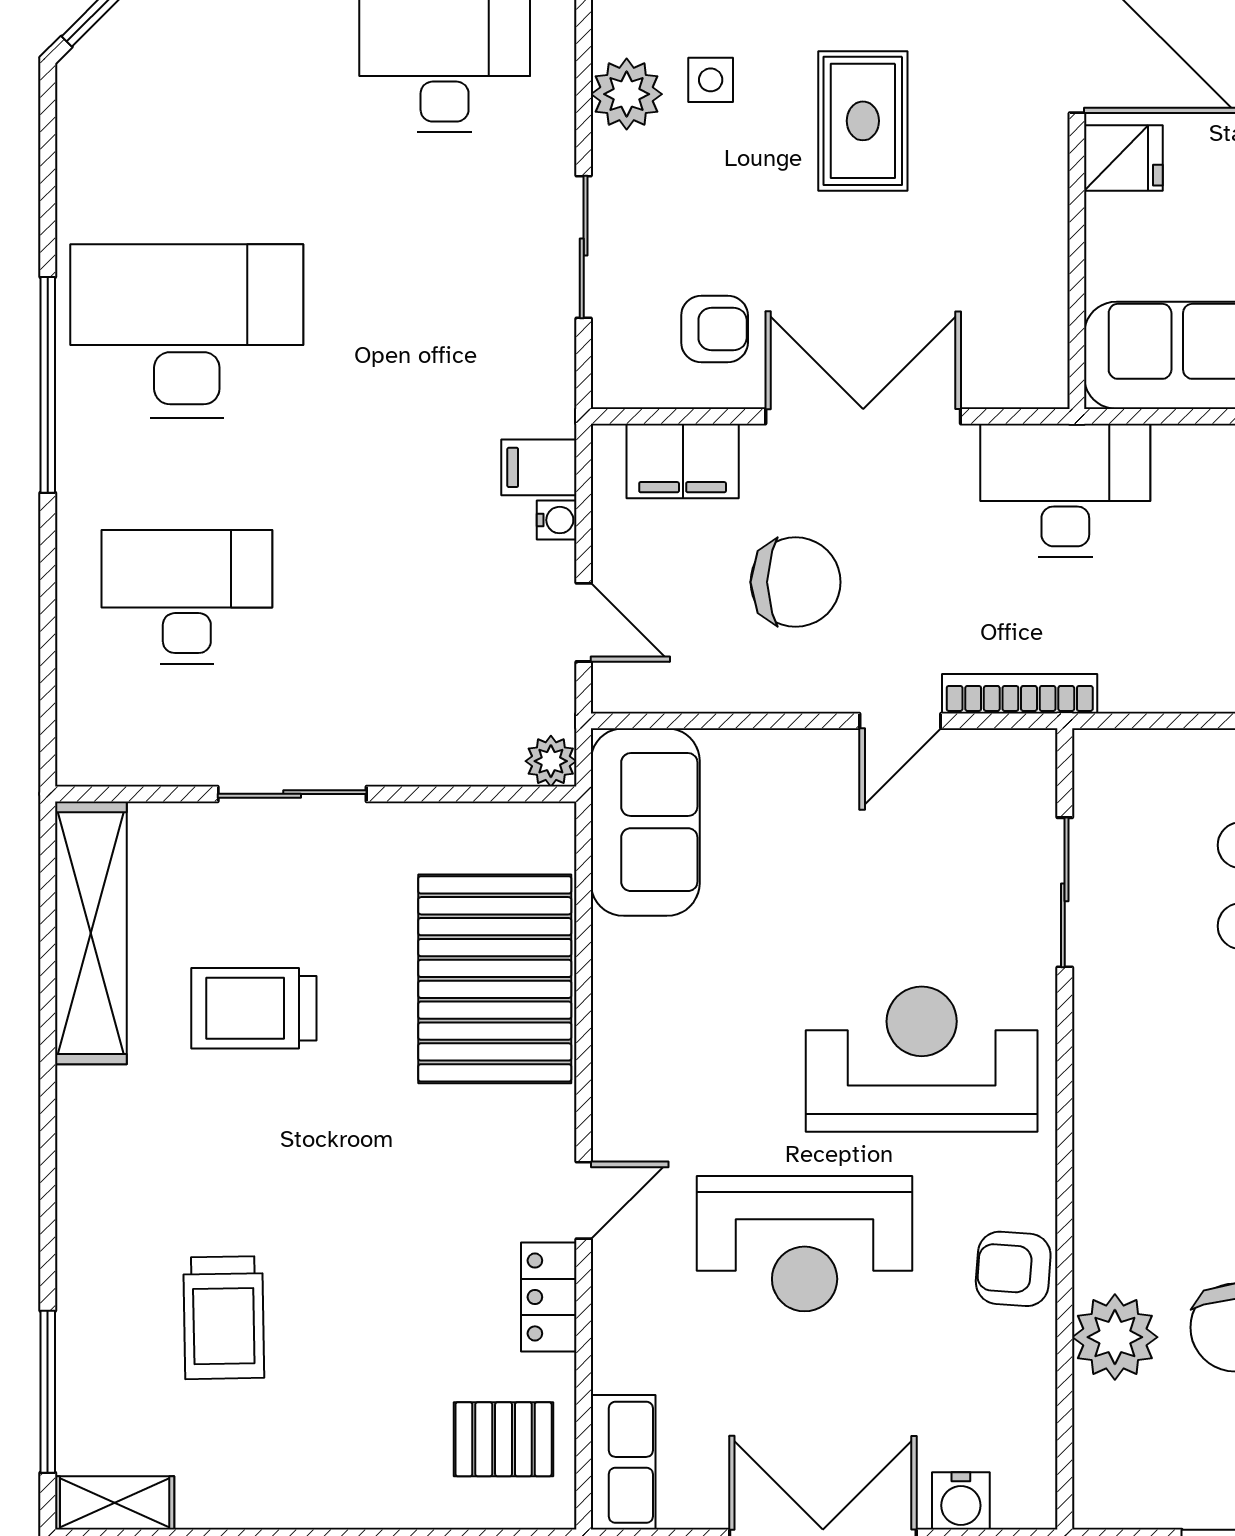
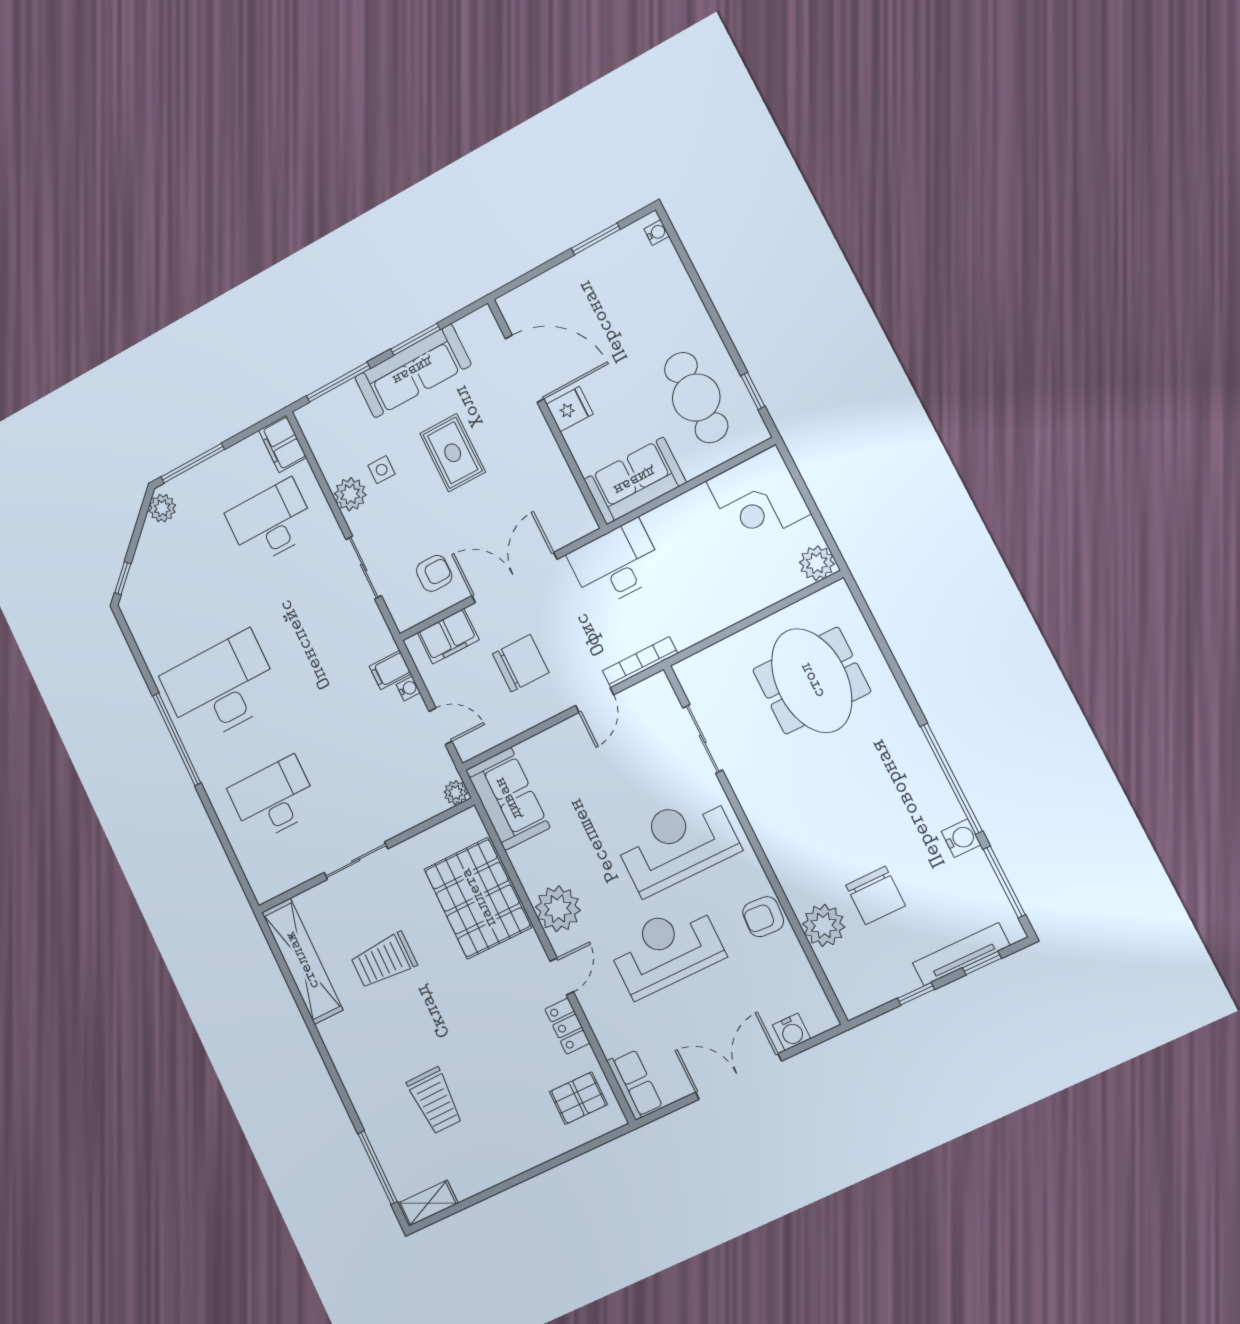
plant: (639, 1072) -> (558, 909), added
reception desk: (805, 1244) -> (666, 950), turned 180

